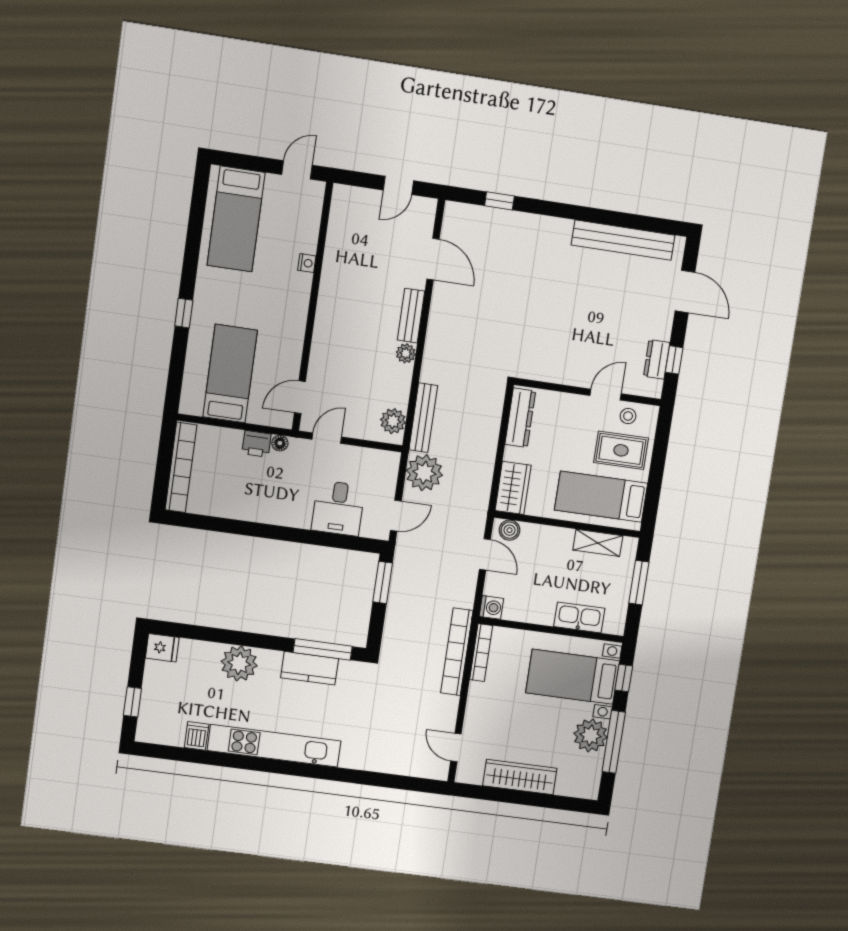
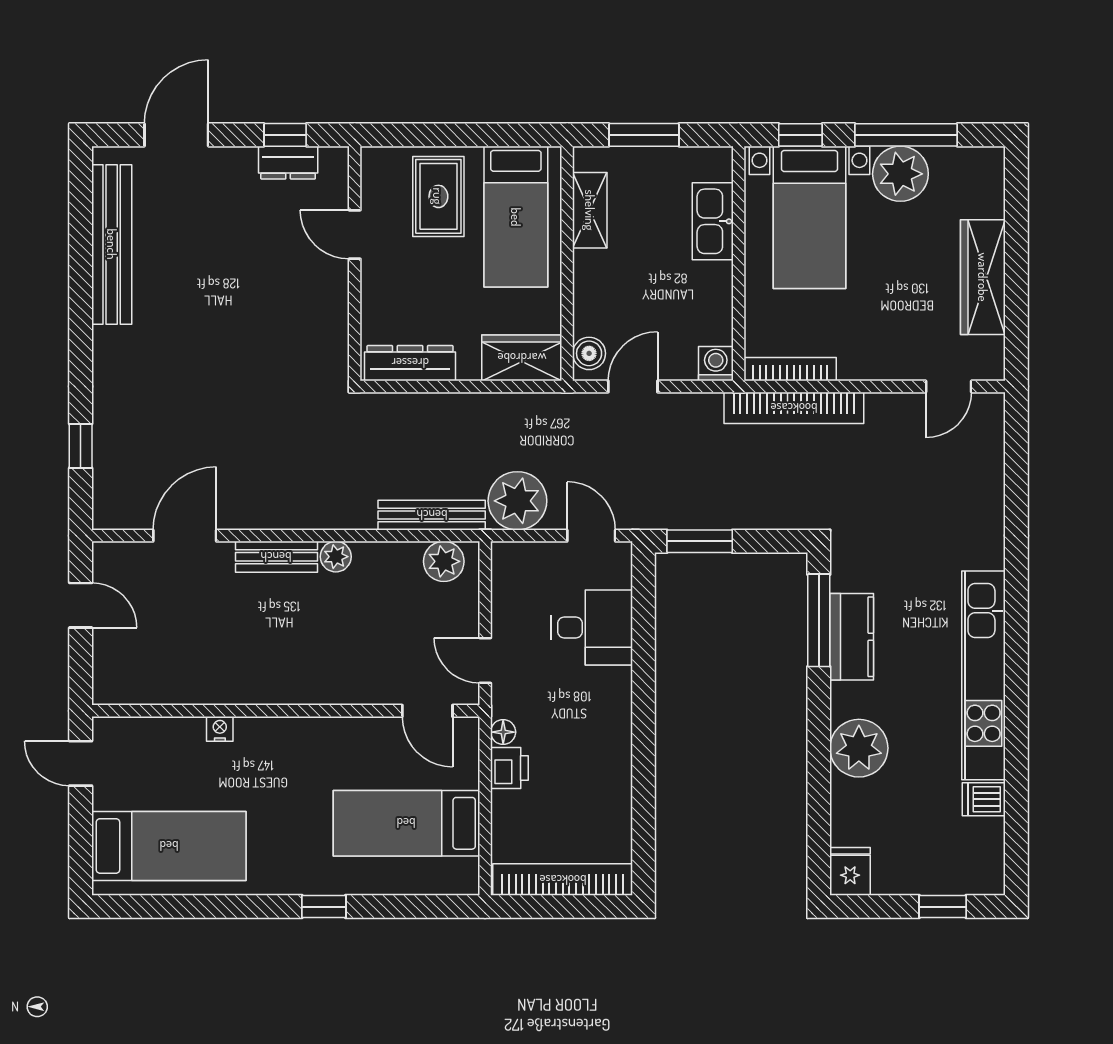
stool: (628, 416) -> (383, 194), removed

